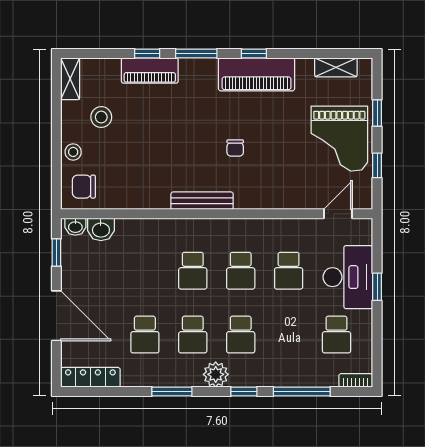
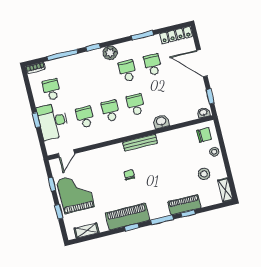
washbasin: (101, 229) -> (161, 121), moved
school desk: (241, 335) -> (102, 77), removed
window: (172, 391) -> (142, 35), moved

